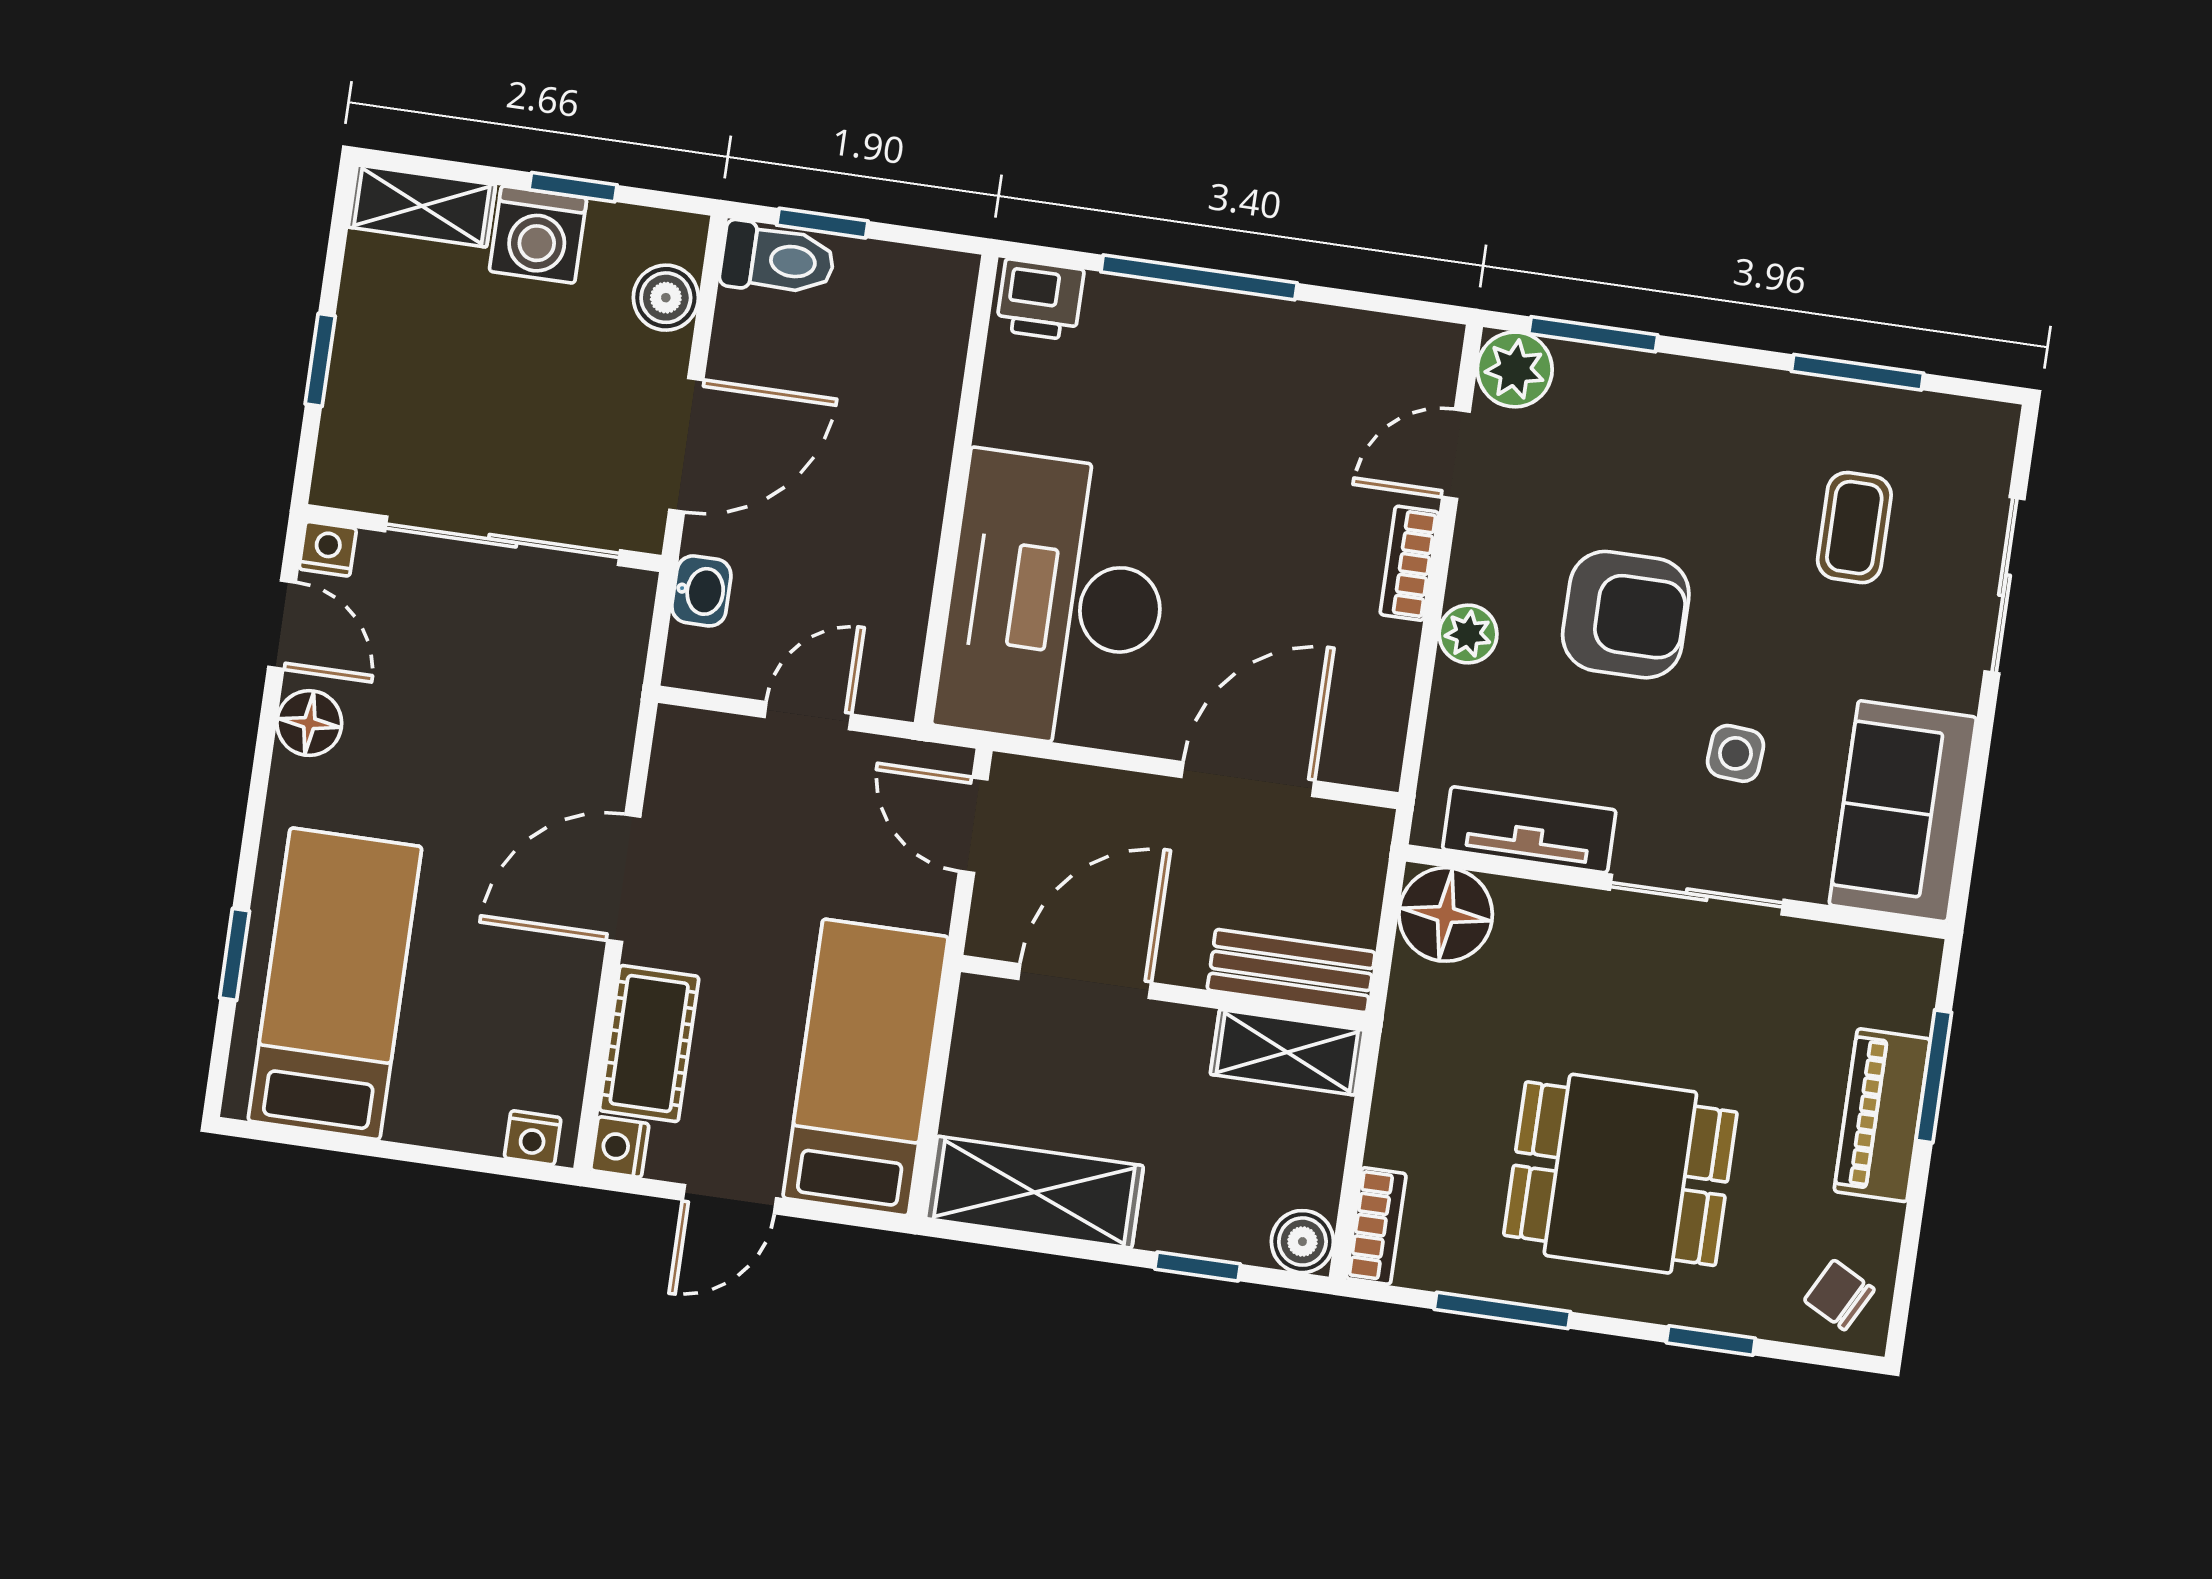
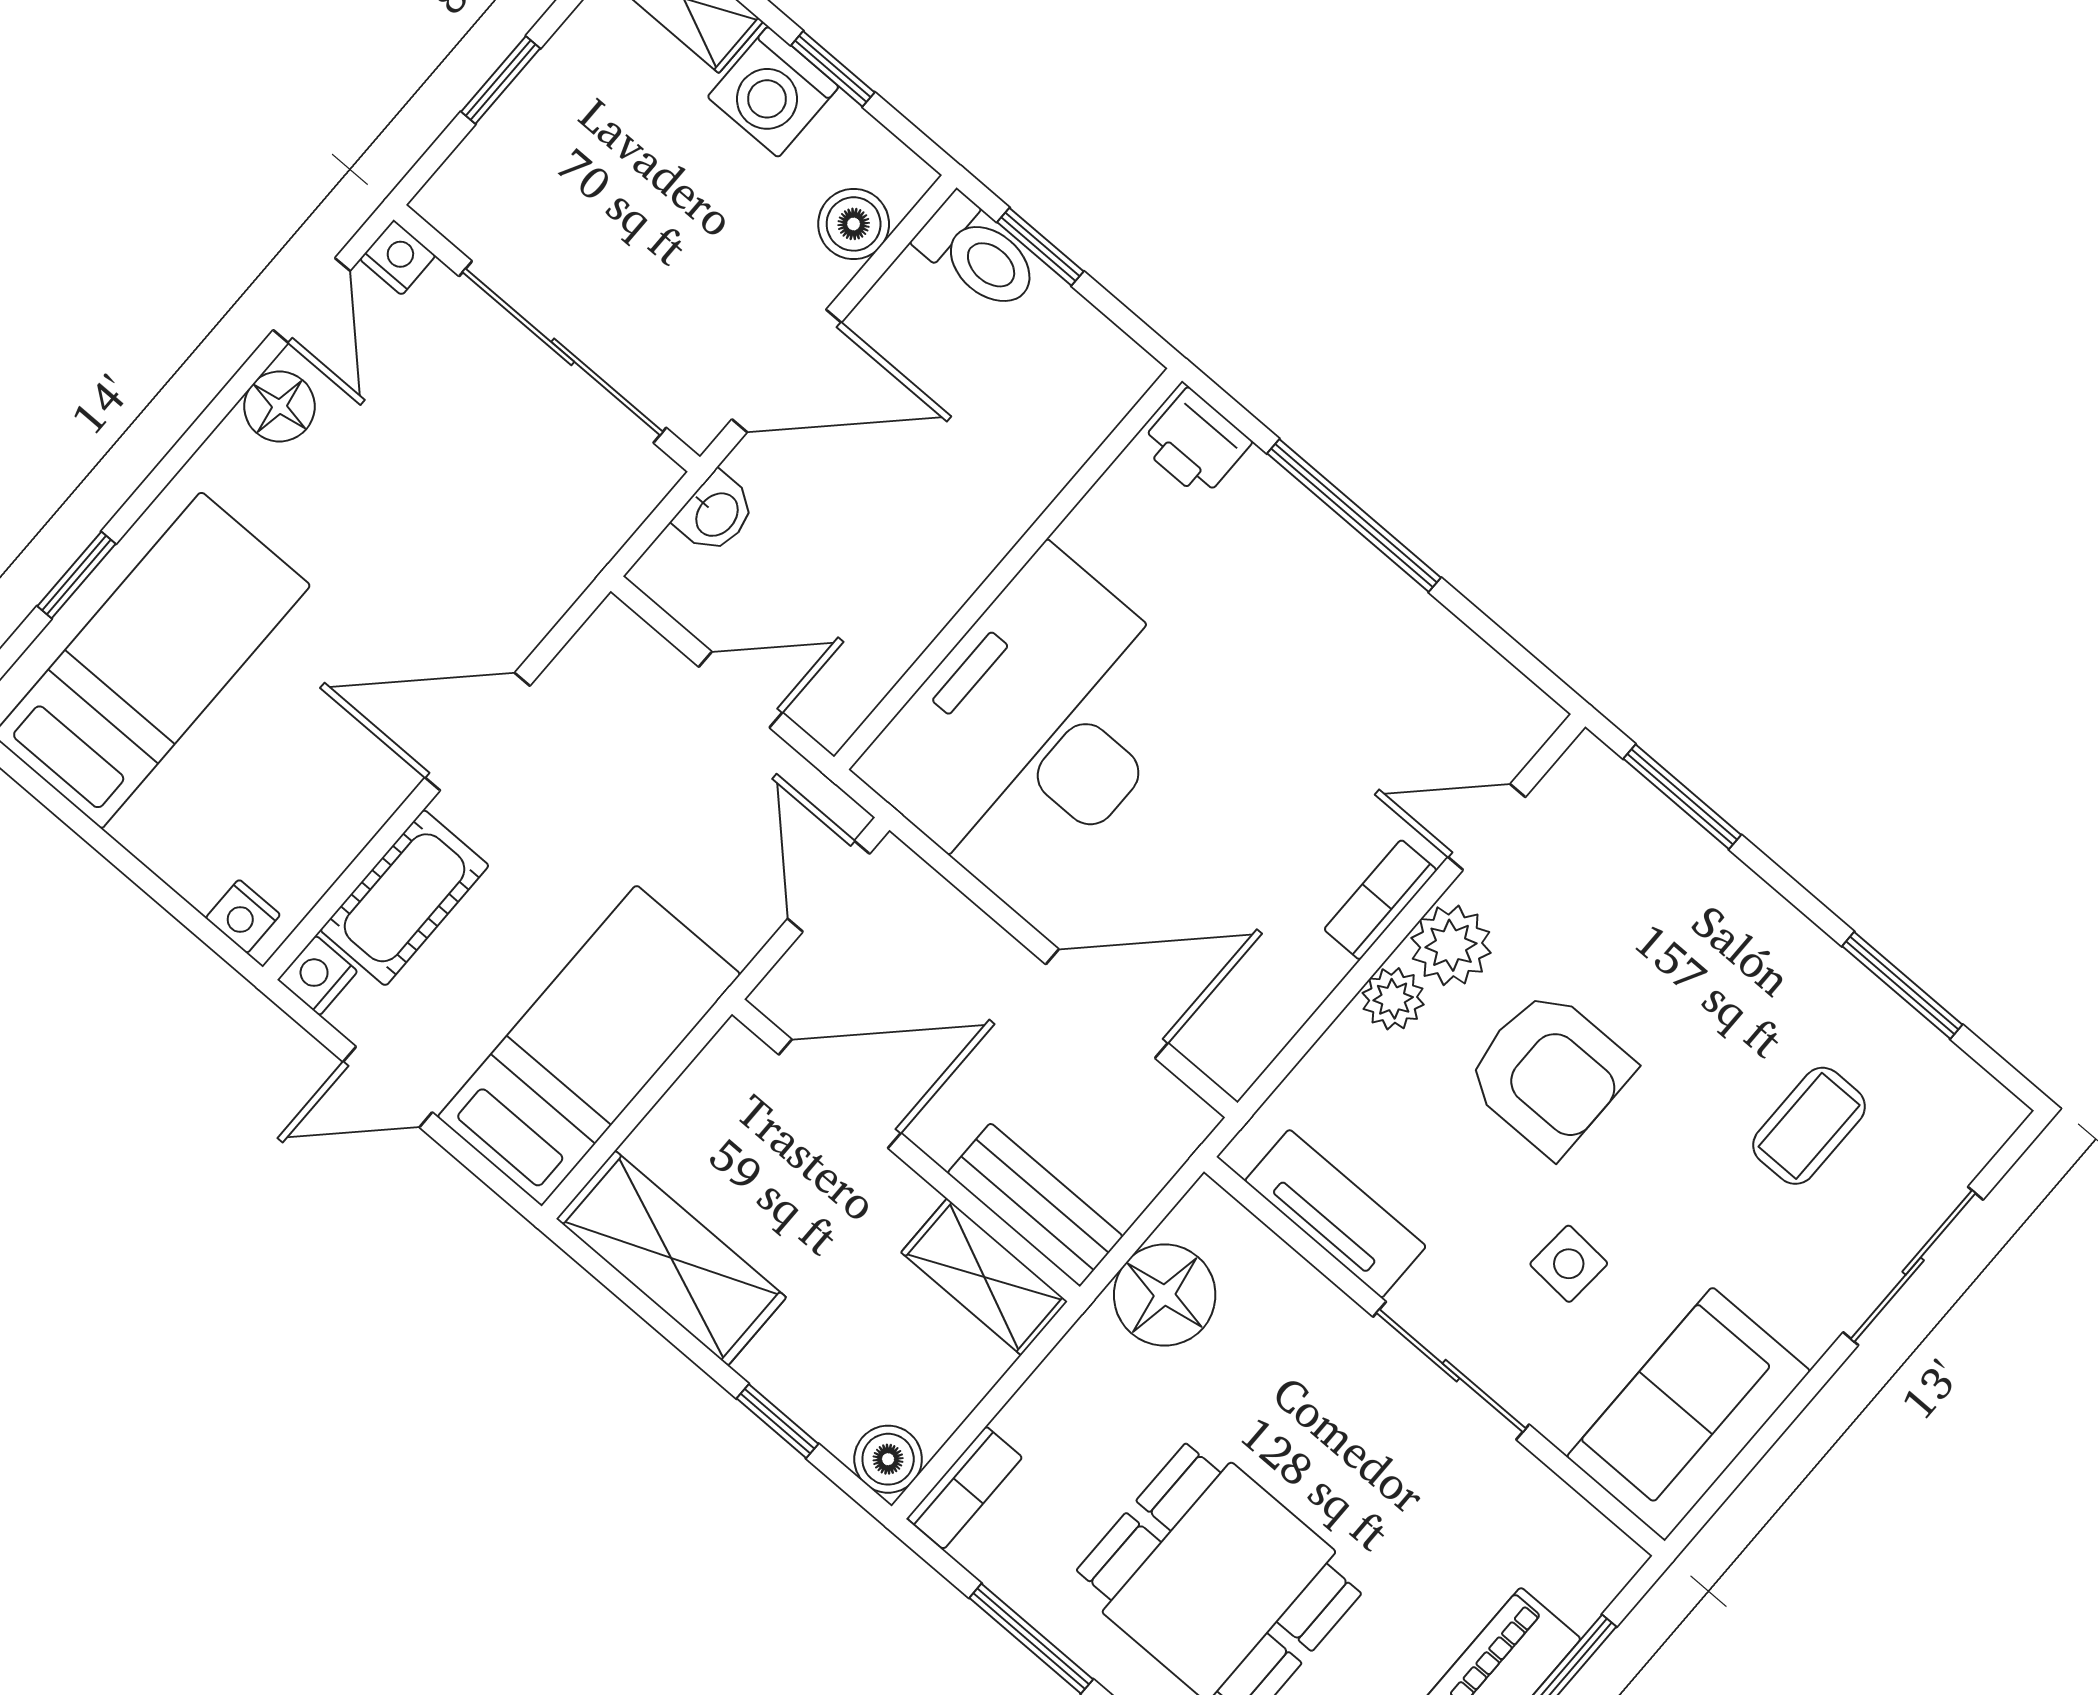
plant: (1515, 369) -> (1451, 945), moved
floor lamp: (1446, 914) -> (1165, 1295), moved

